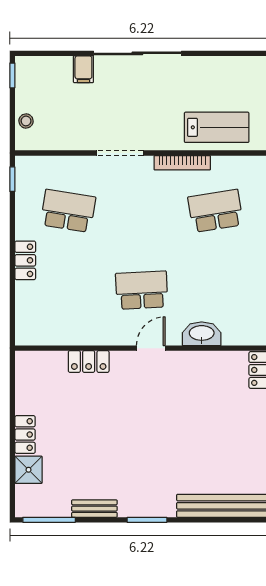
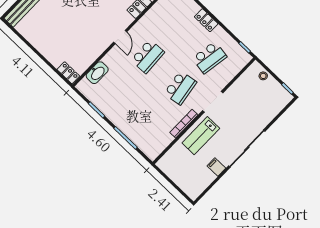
filing cabinet: (83, 69) -> (216, 167), moved
lab bench: (217, 127) -> (201, 136), moved
school desk: (215, 211) -> (180, 88), moved
washbasin: (202, 334) -> (97, 73), moved

